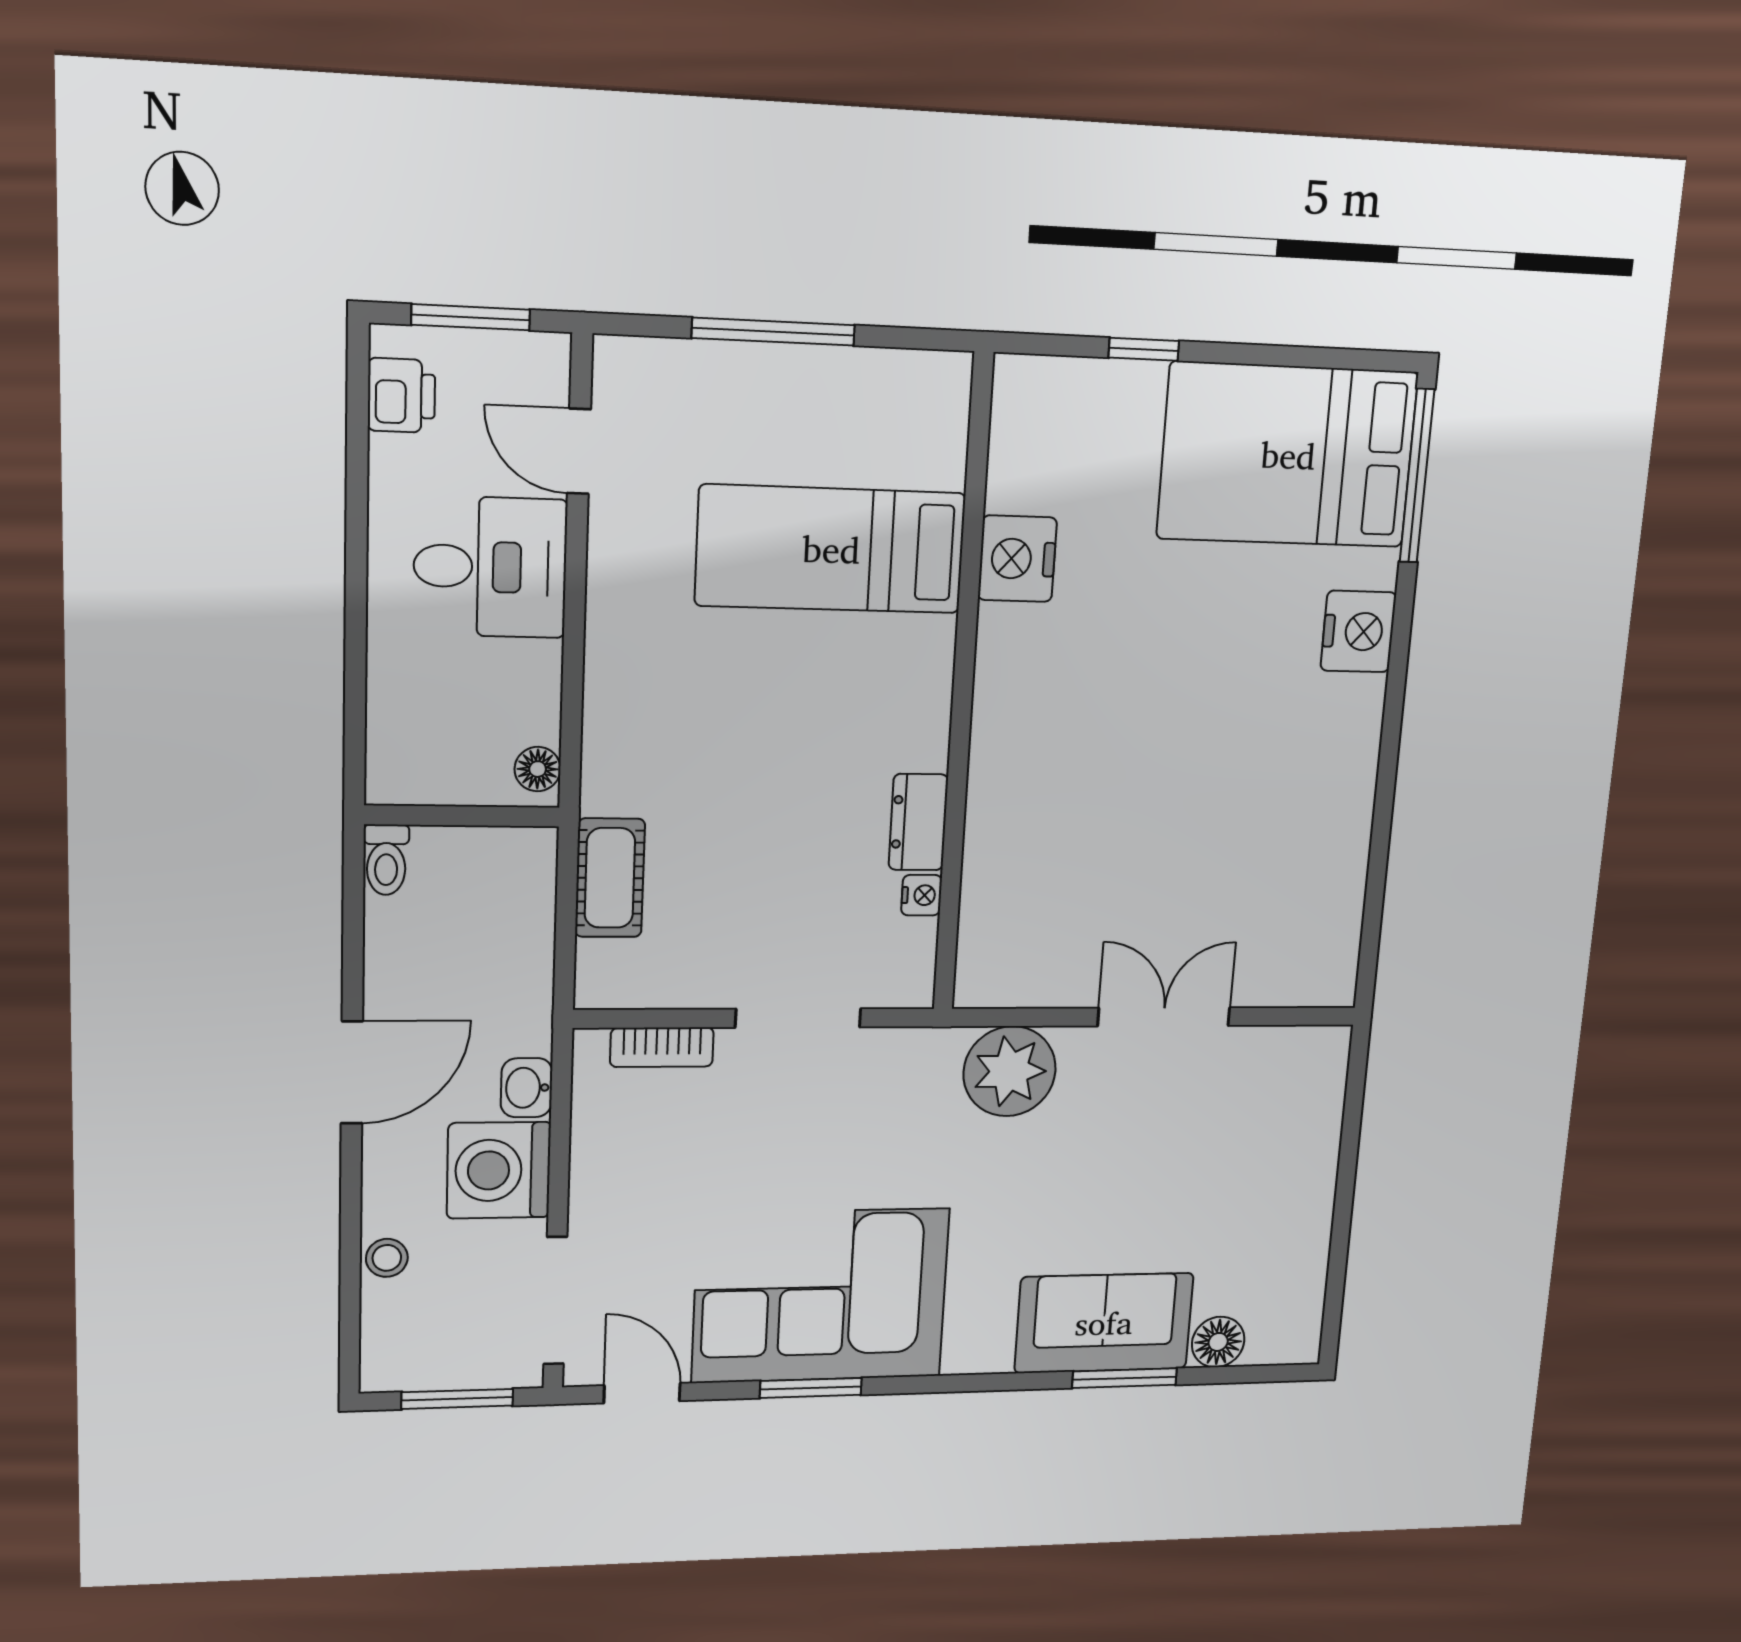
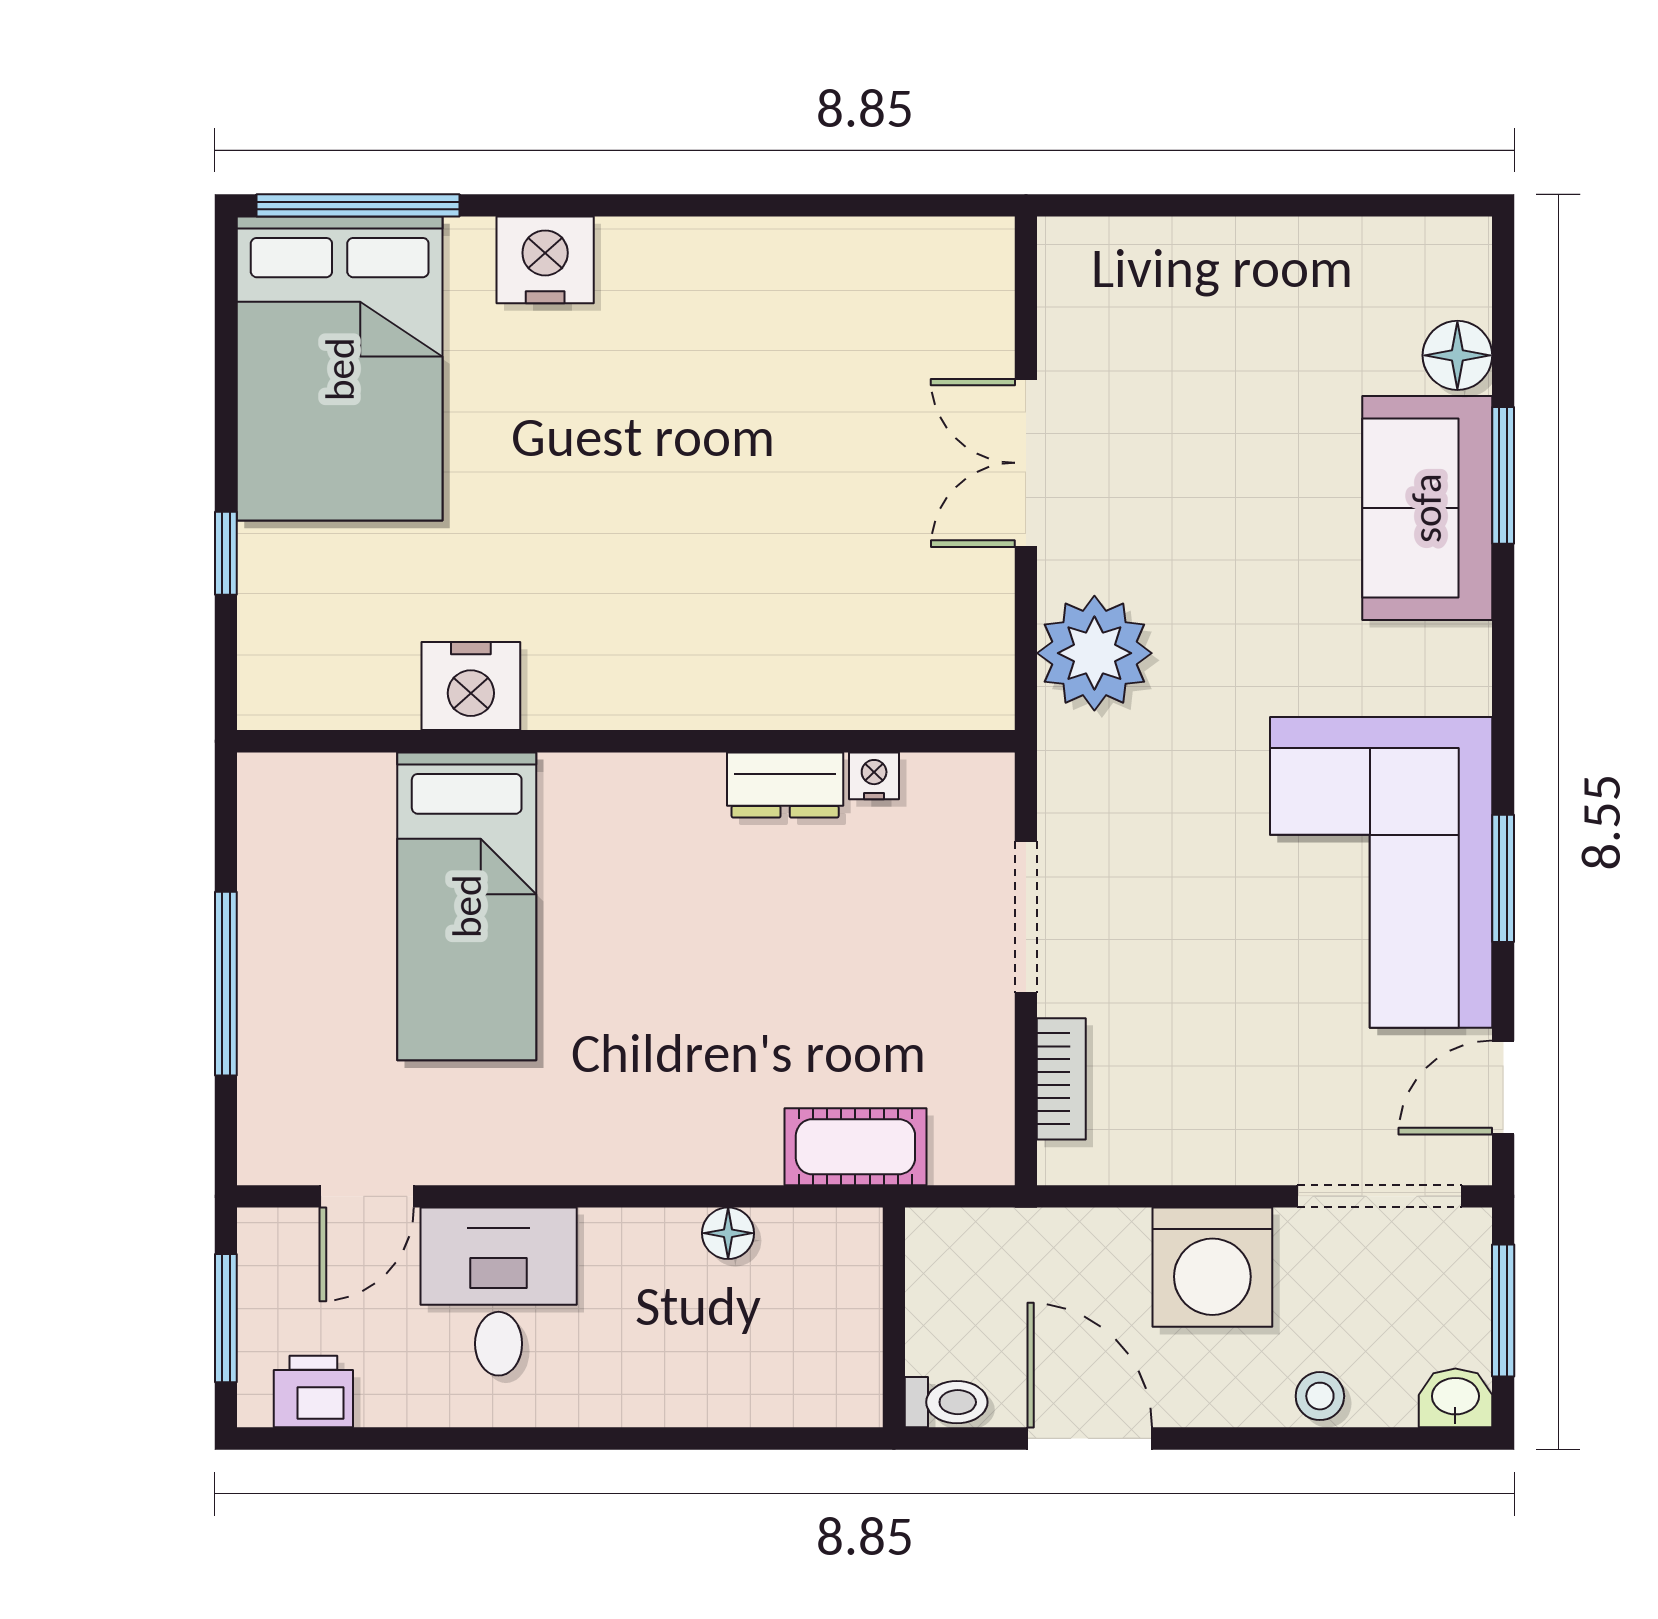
wall: (462, 816) -> (894, 1317), moved
toilet: (386, 860) -> (946, 1402), moved
washbasin: (527, 1088) -> (1455, 1398), moved, turned 180

